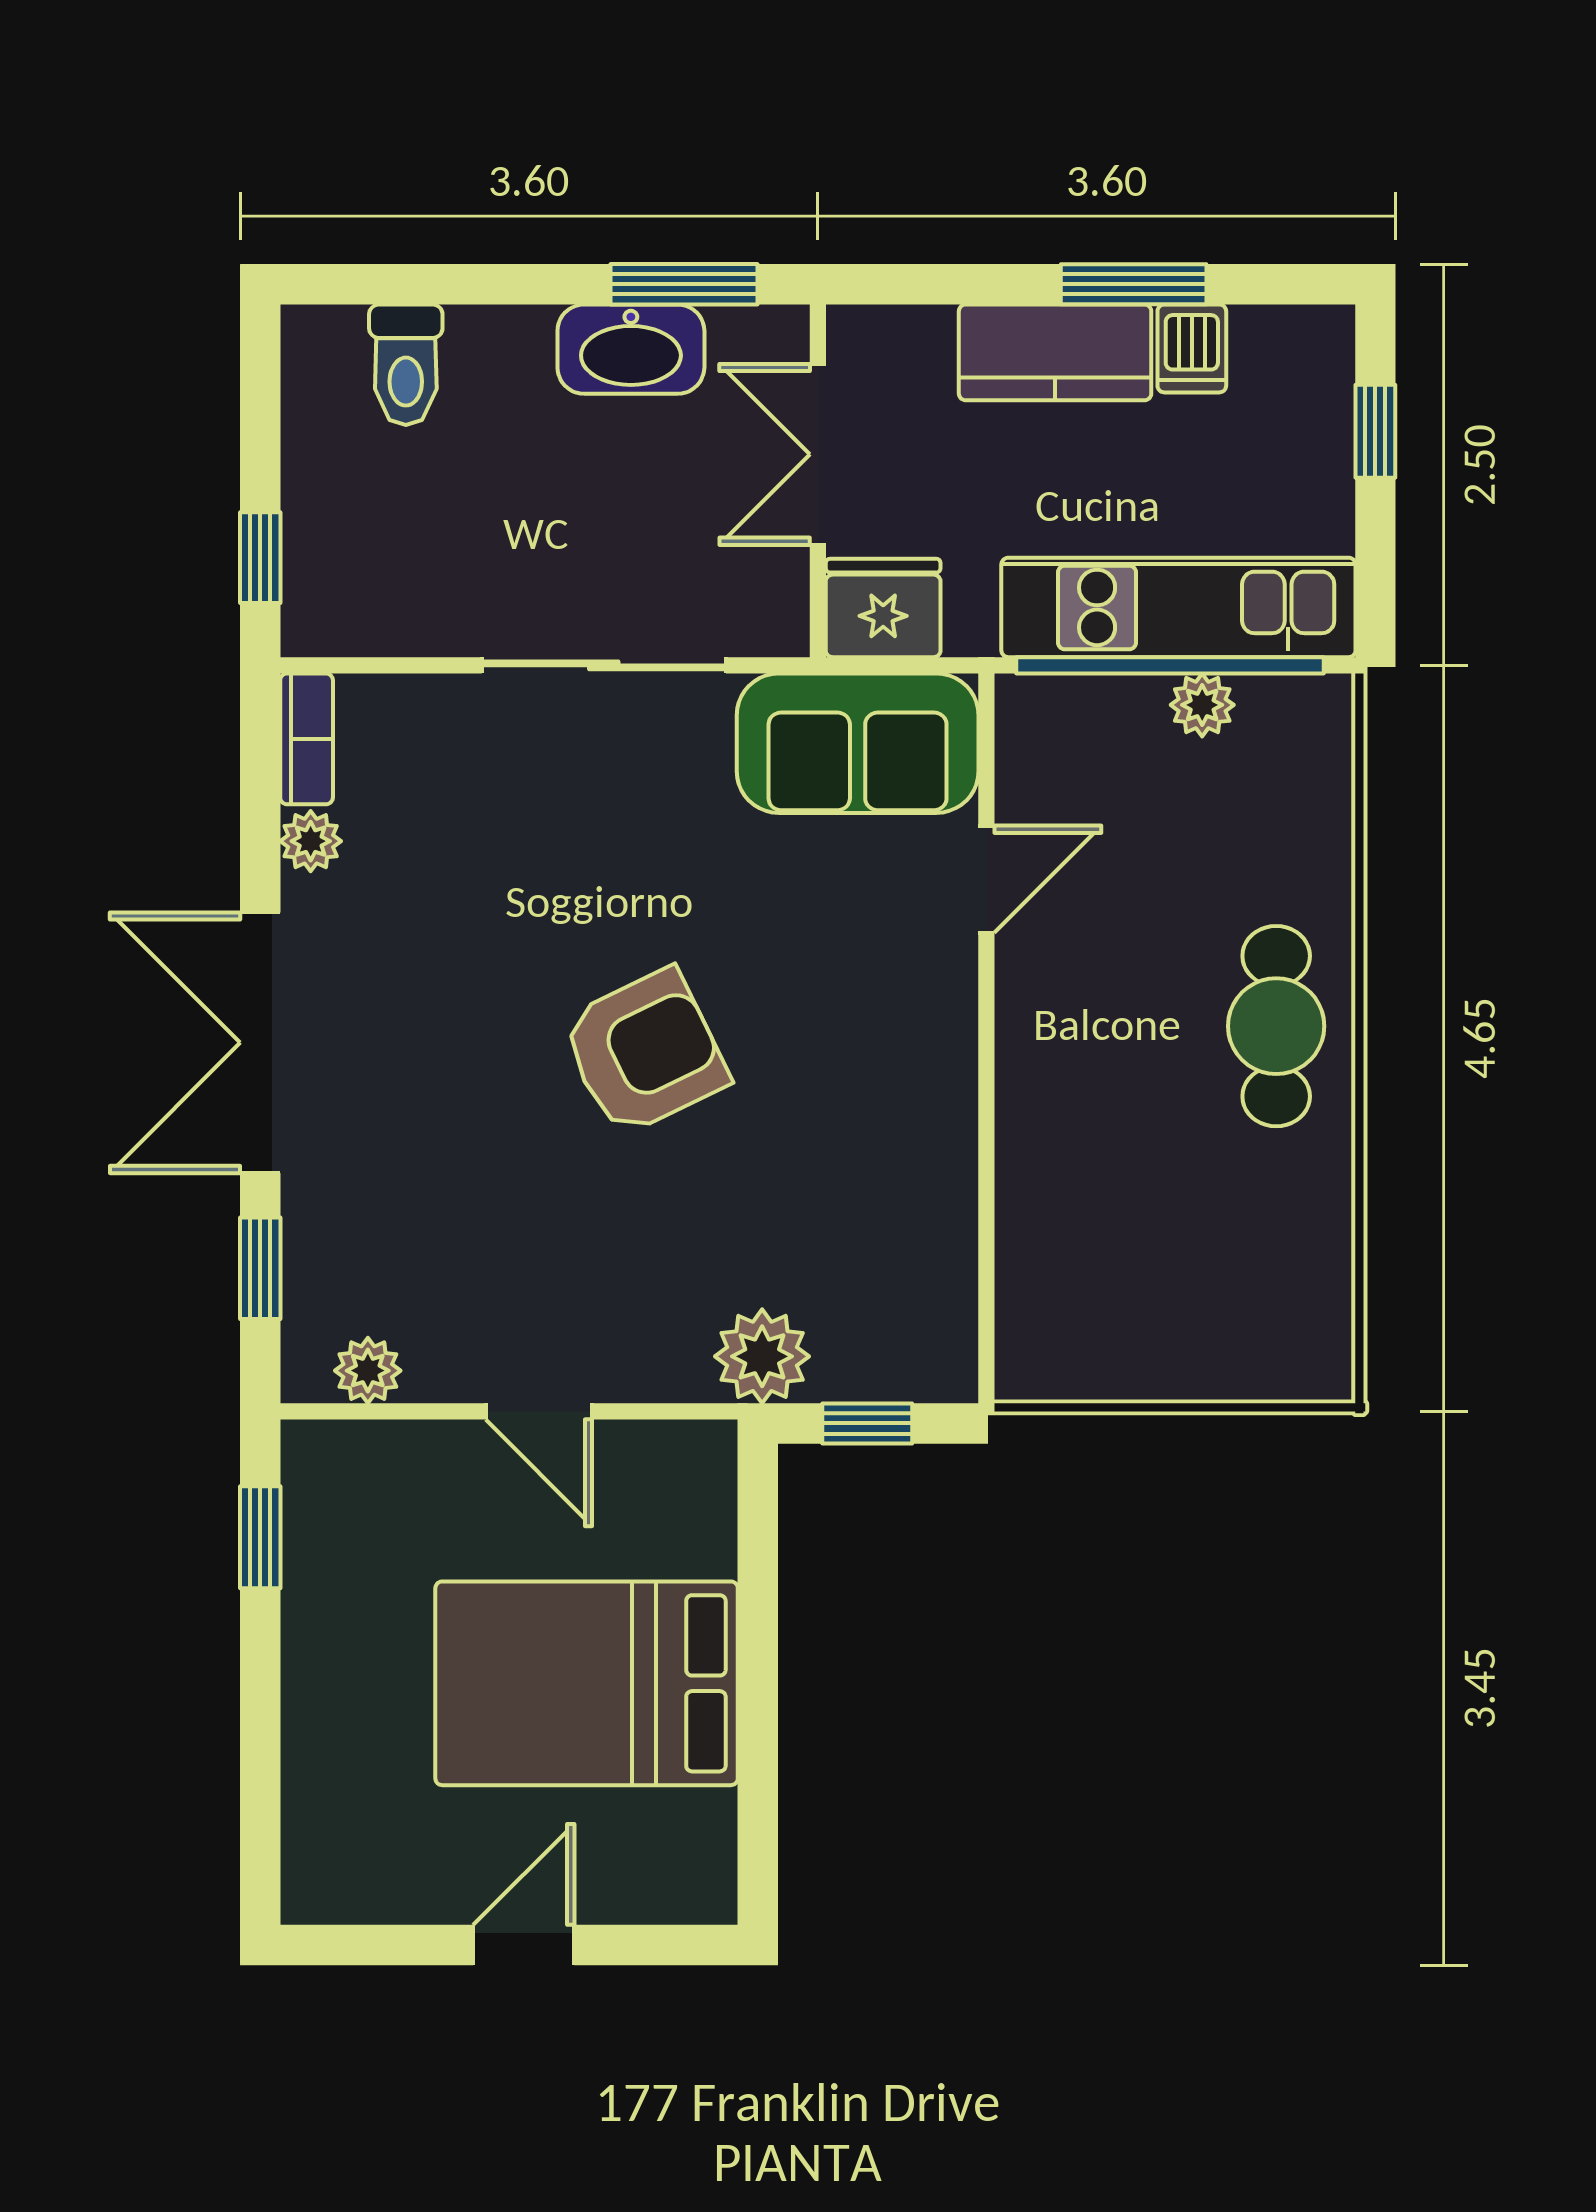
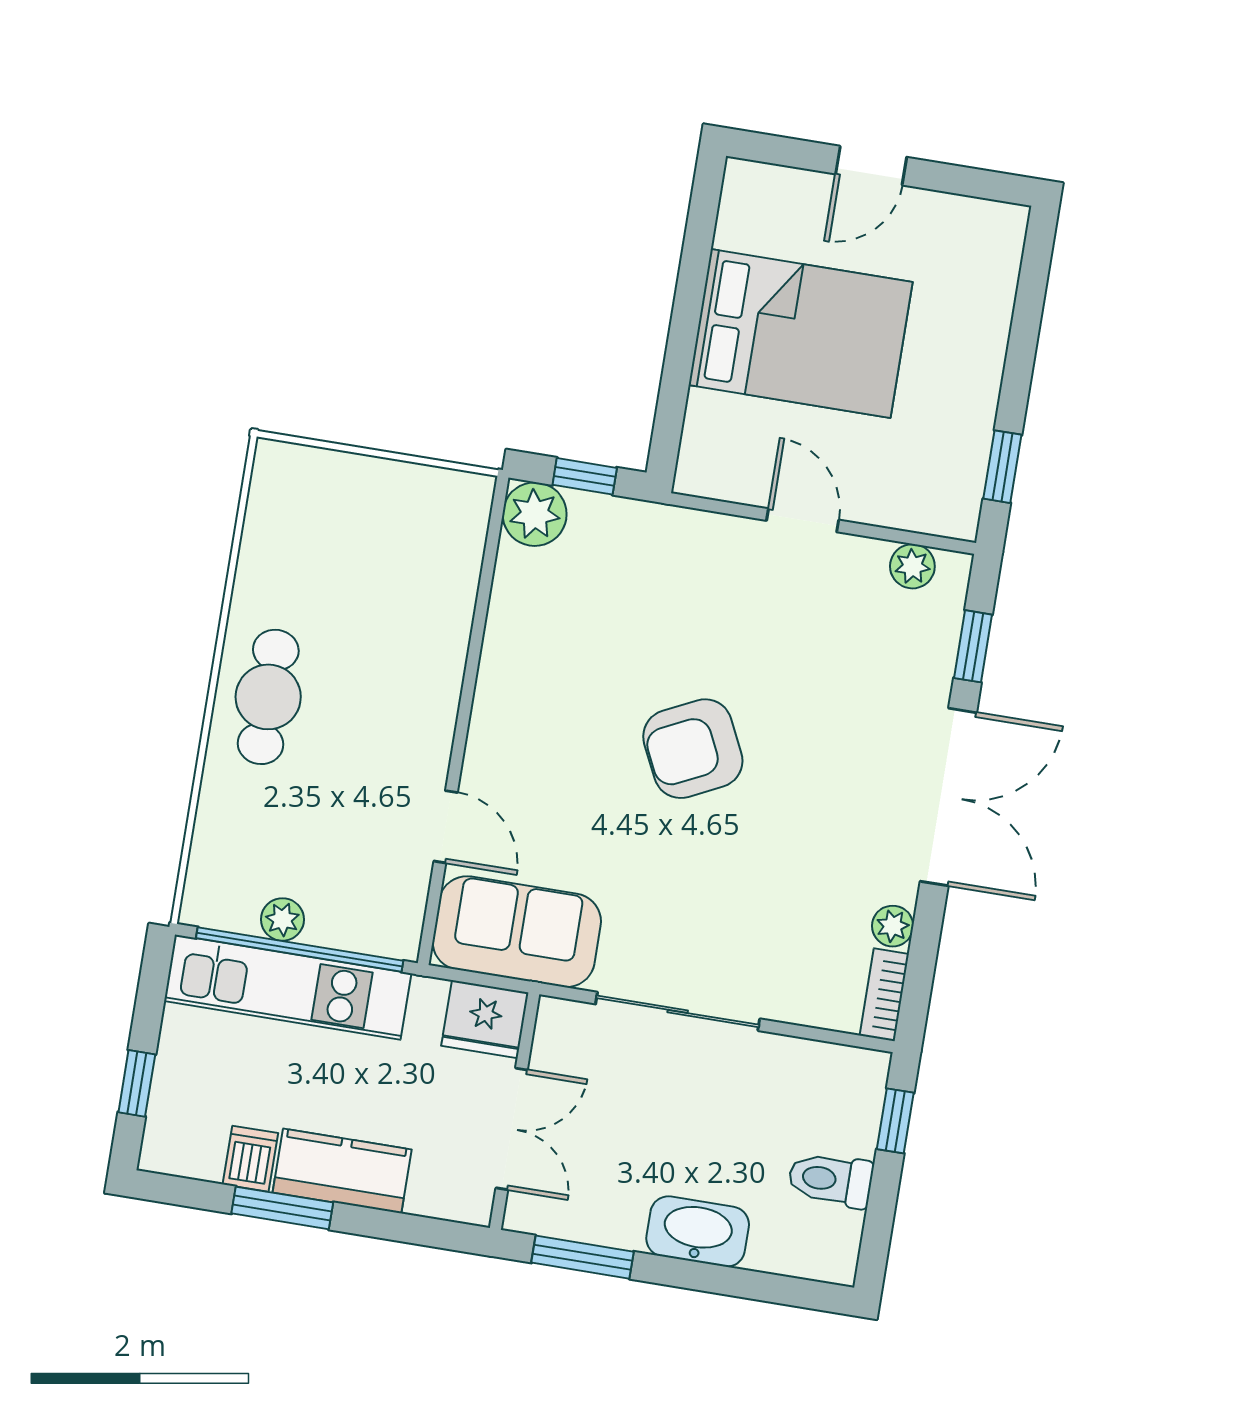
washbasin: (631, 349) -> (698, 1231), moved
toilet: (406, 365) -> (831, 1180), moved, turned -90
door: (986, 879) -> (446, 827), swing flipped
plant: (762, 1356) -> (535, 514), moved

